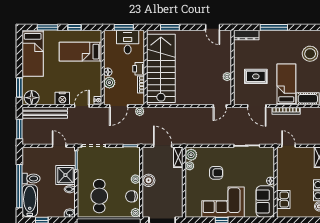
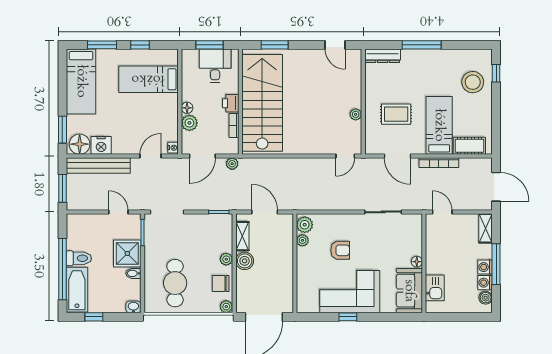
nightstand: (62, 99) -> (101, 145), moved
shelving: (178, 157) -> (242, 236), moved

